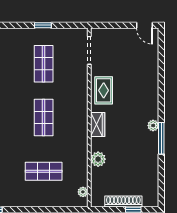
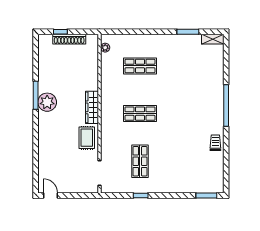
shop shelf: (44, 117) -> (140, 114), turned 90
wardrobe: (98, 125) -> (92, 107), width x1.50
plant: (153, 126) -> (47, 102), width x1.87, depth x1.87
plant: (98, 159) -> (92, 77), removed

